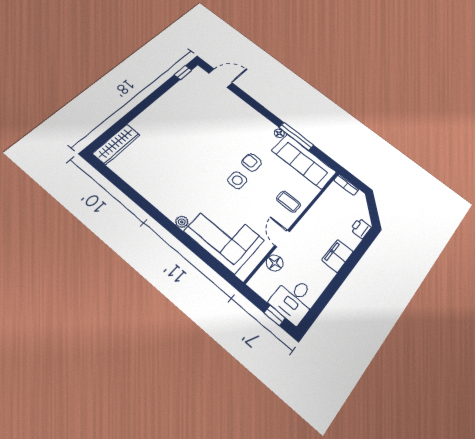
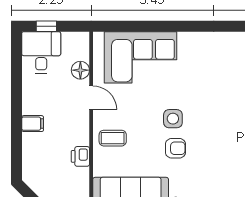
plant: (182, 222) -> (185, 38), removed
printer: (361, 228) -> (80, 156), moved, turned 180
filing cabinet: (338, 256) -> (33, 124), width x0.50

